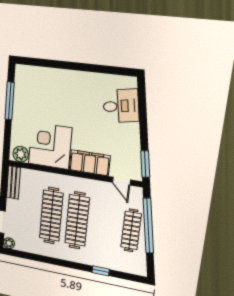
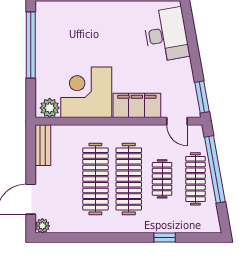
window: (10, 101) -> (31, 45), width x1.46
desk: (121, 106) -> (166, 35), width x1.37
clothes rail: (104, 225) -> (162, 179), added

